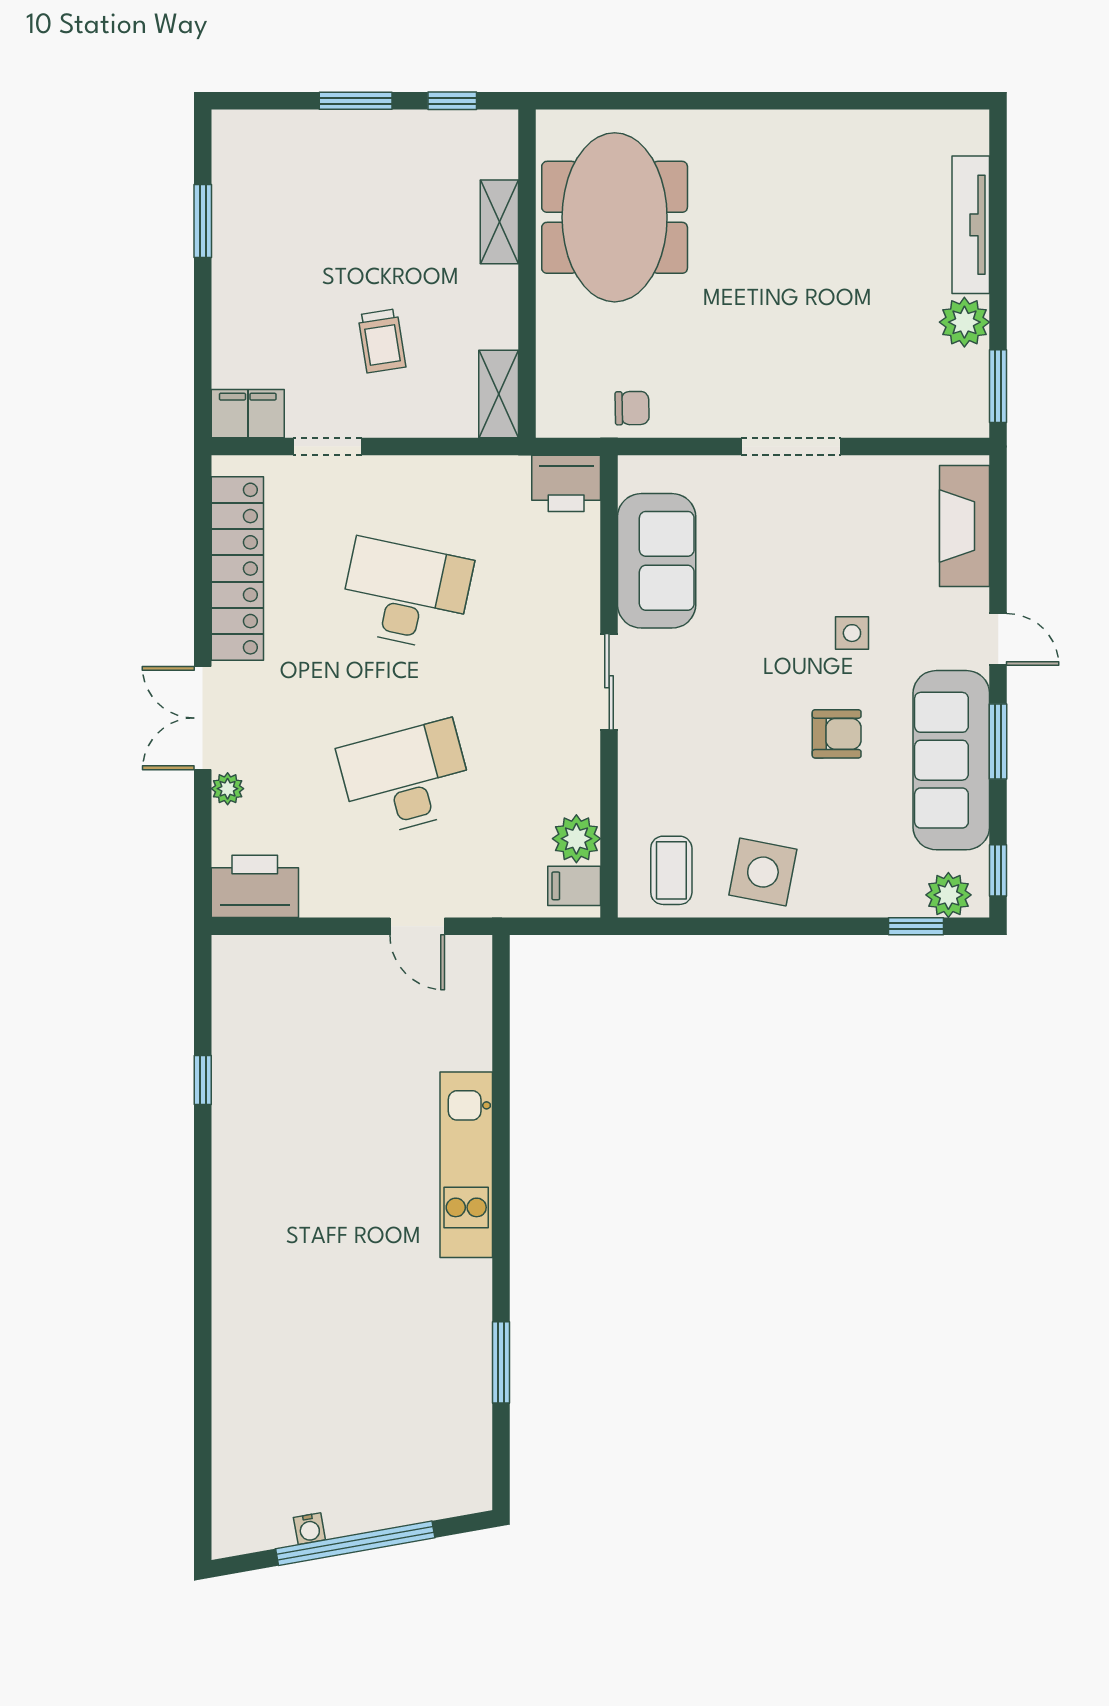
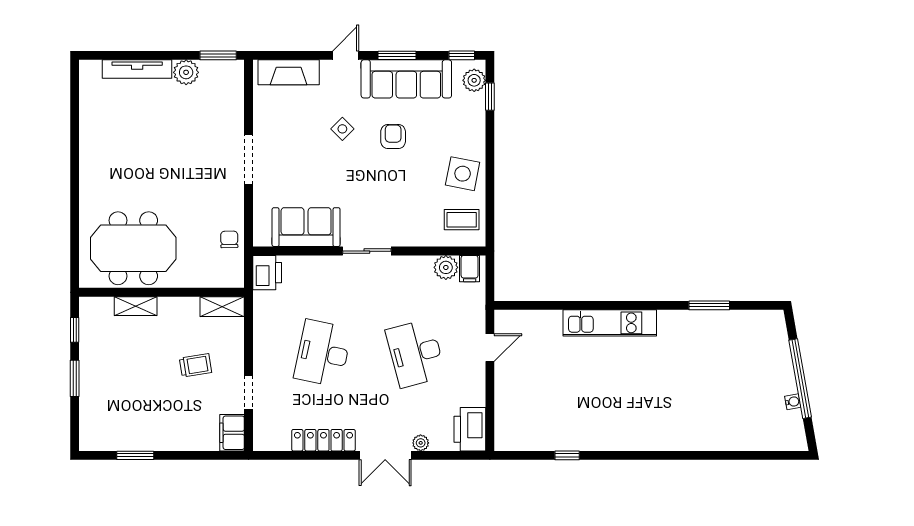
locker: (237, 569) -> (323, 440), width x0.71, depth x0.83
side table: (852, 633) -> (342, 129), turned 45

